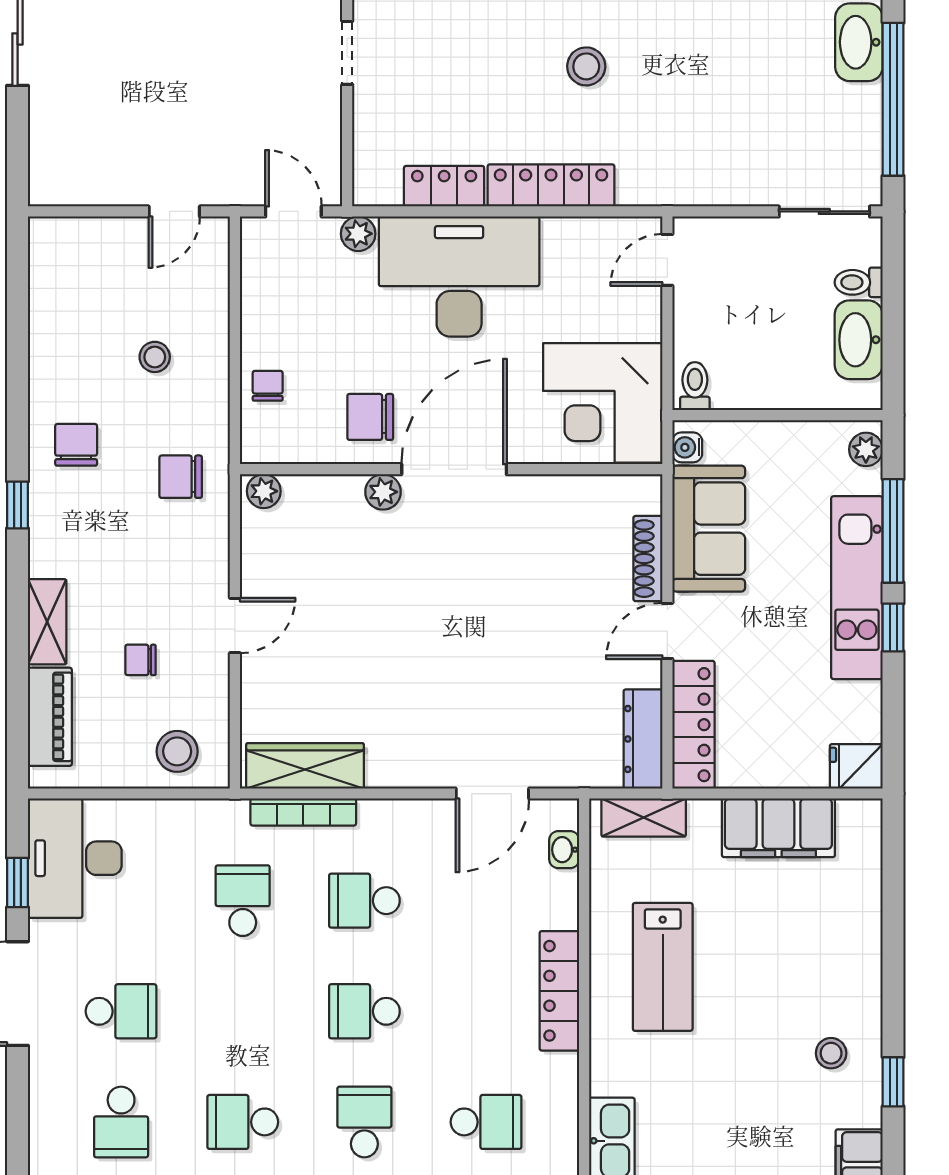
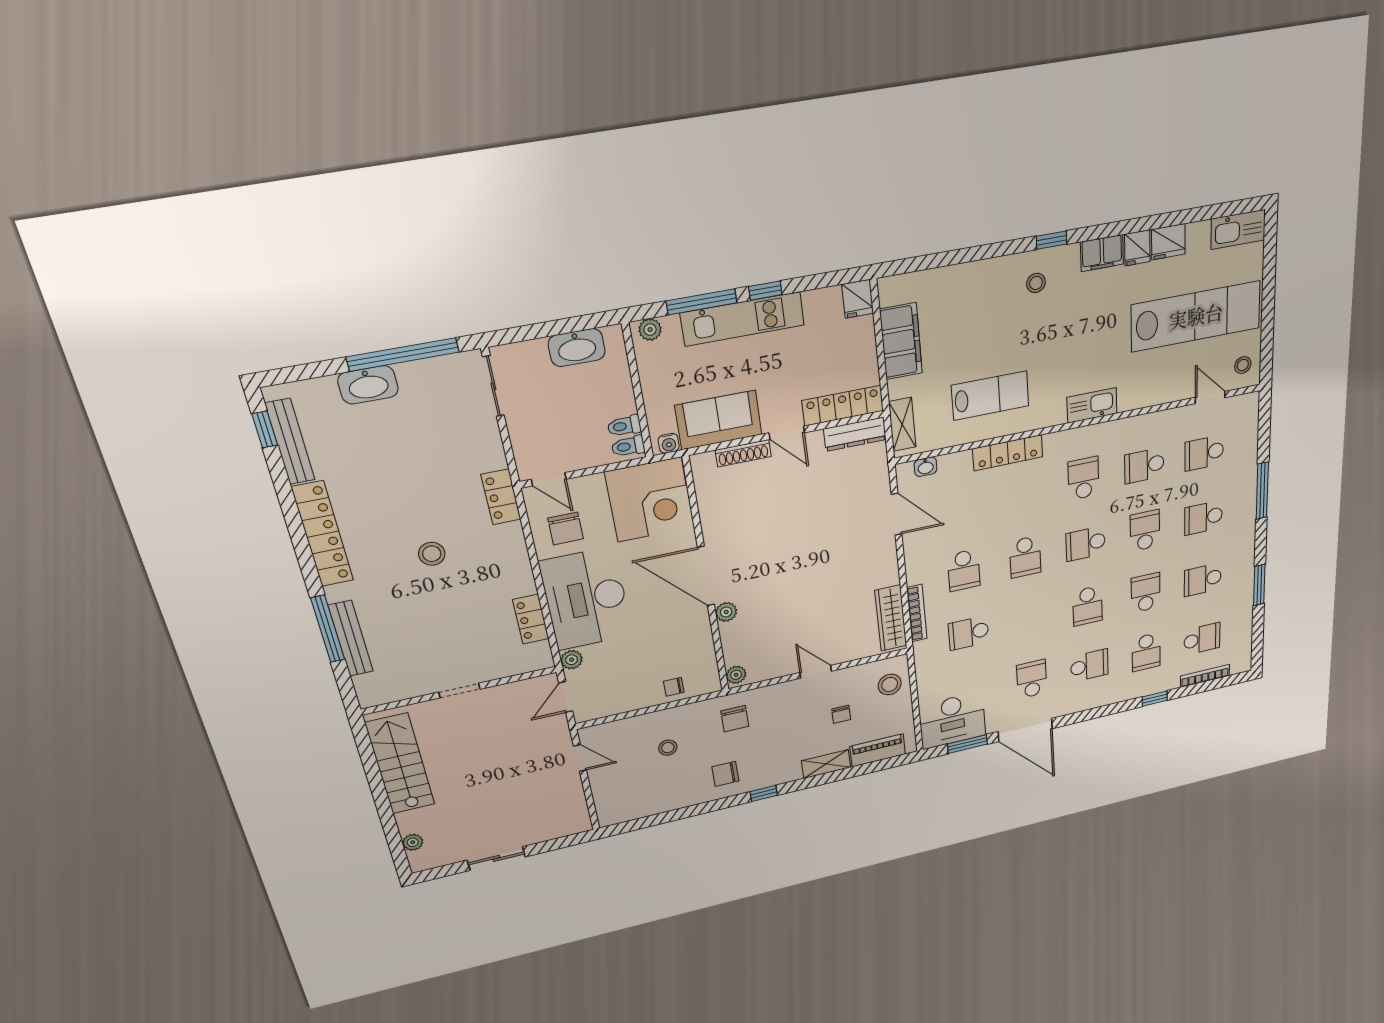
locker: (551, 185) -> (501, 497), moved, width x0.66
toilet: (859, 282) -> (624, 426), moved, turned 90
chair: (370, 417) -> (566, 529), moved
window: (18, 883) -> (967, 744), width x1.50

